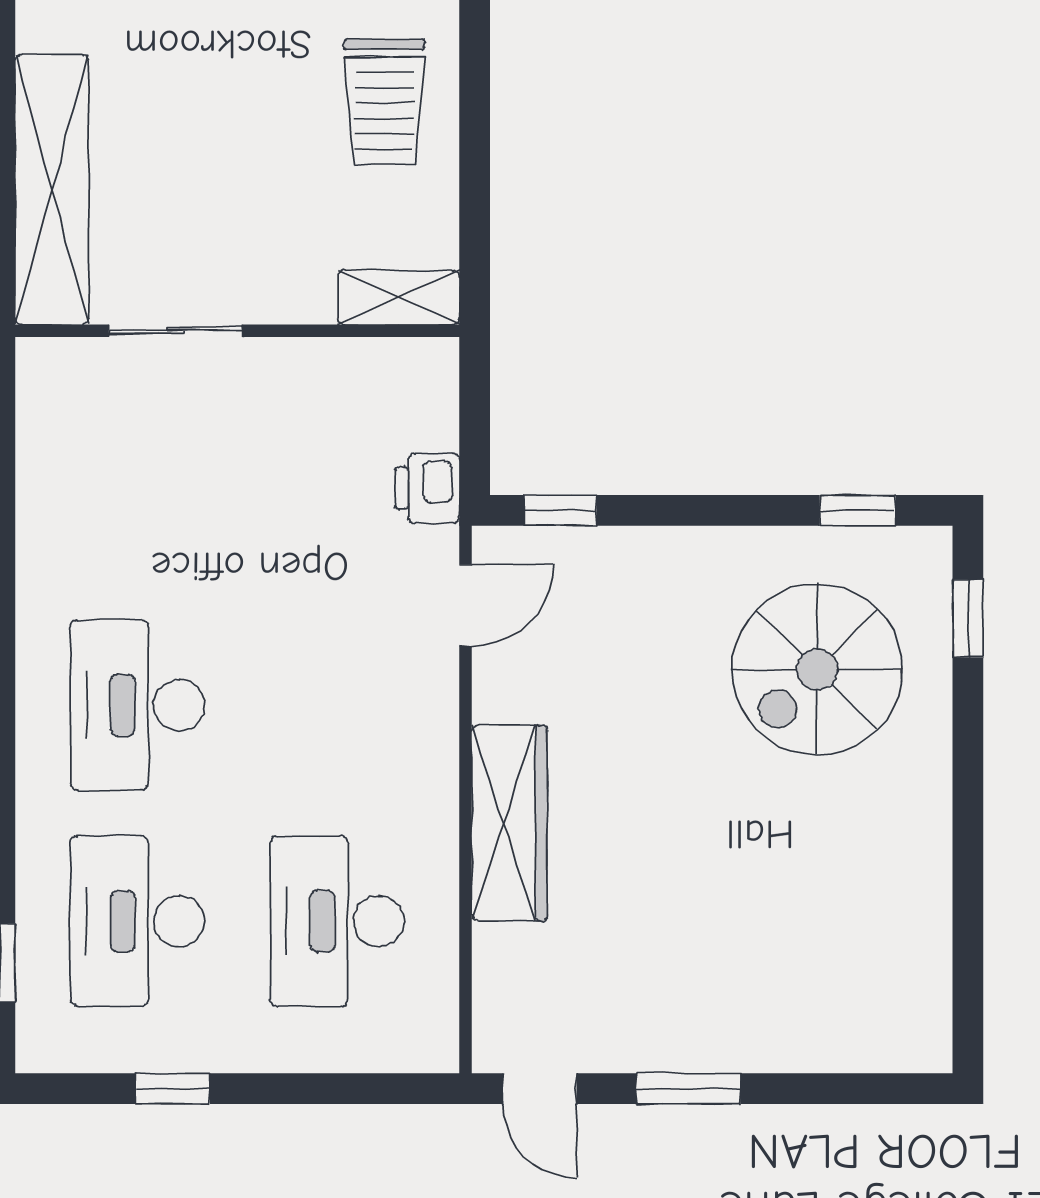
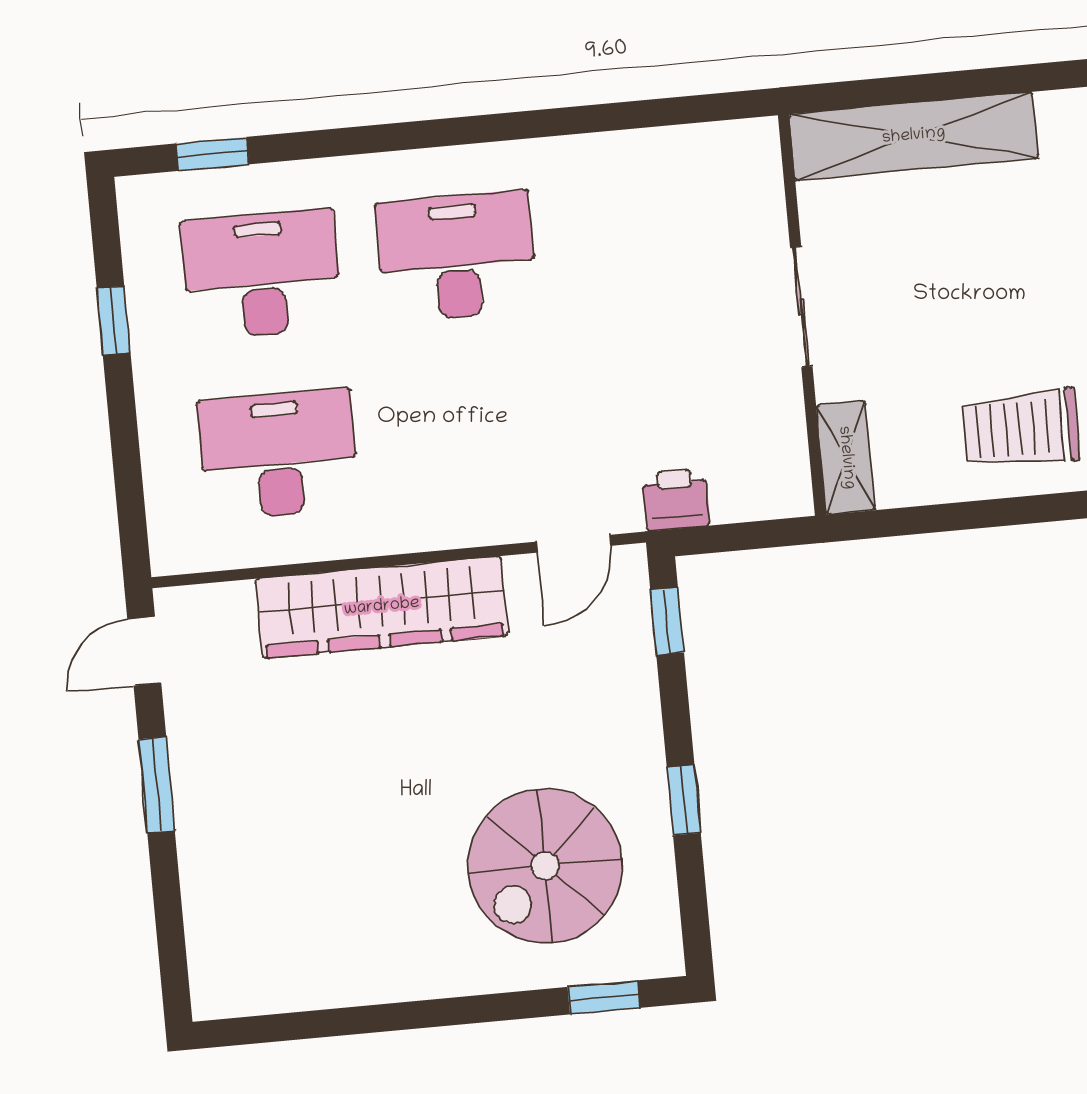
sliding door: (175, 331) -> (801, 307), moved
window: (858, 510) -> (684, 800), moved
door: (466, 605) -> (574, 544), hinge flipped
spiral stairs: (817, 670) -> (545, 866), turned -90
wardrobe: (509, 823) -> (382, 607), width x1.40, depth x1.17

